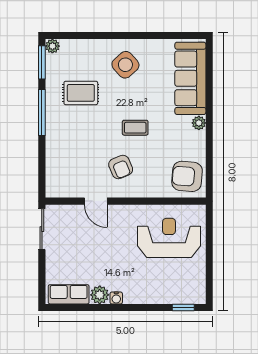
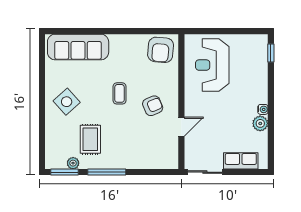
plant: (52, 46) -> (73, 163), moved
plant: (199, 123) -> (116, 40), removed
row of seats: (69, 294) -> (241, 161), moved, turned 90

